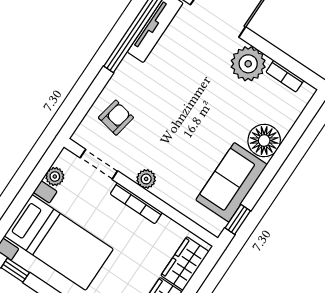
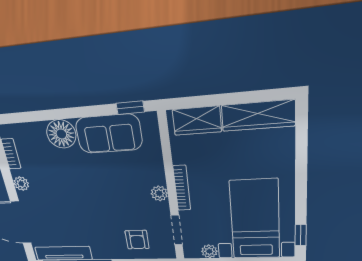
plant: (248, 64) -> (21, 184), width x0.53, depth x0.53
armchair: (116, 118) -> (137, 240), turned -101

